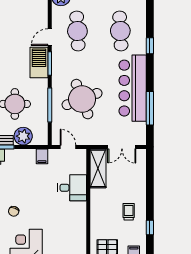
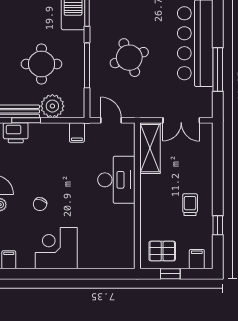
round table: (82, 99) -> (129, 58), width x0.73, depth x0.73
desk: (72, 188) -> (116, 180), width x1.37

